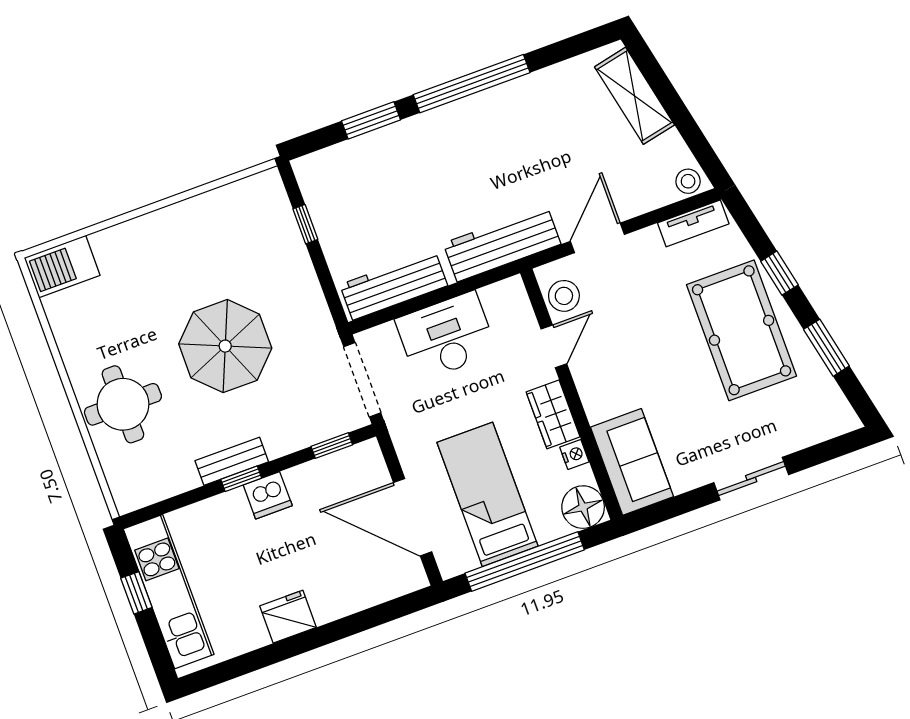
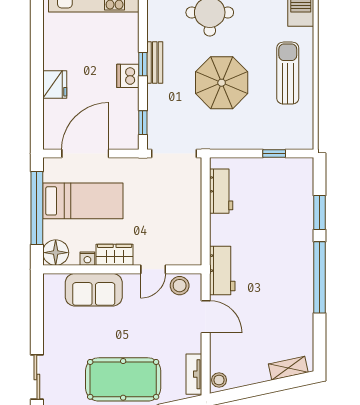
shelving: (635, 96) -> (288, 368), width x0.67, depth x0.75
workbench: (502, 244) -> (222, 270), width x0.73
sun lounger: (173, 249) -> (288, 73), added
workbench: (394, 285) -> (221, 191), width x0.73
desk: (446, 336) -> (181, 210), removed
door: (554, 346) -> (153, 269), hinge flipped
sofa: (632, 462) -> (94, 290), moved
sliding door: (751, 479) -> (37, 377), moved
fridge: (288, 617) -> (55, 85), moved

